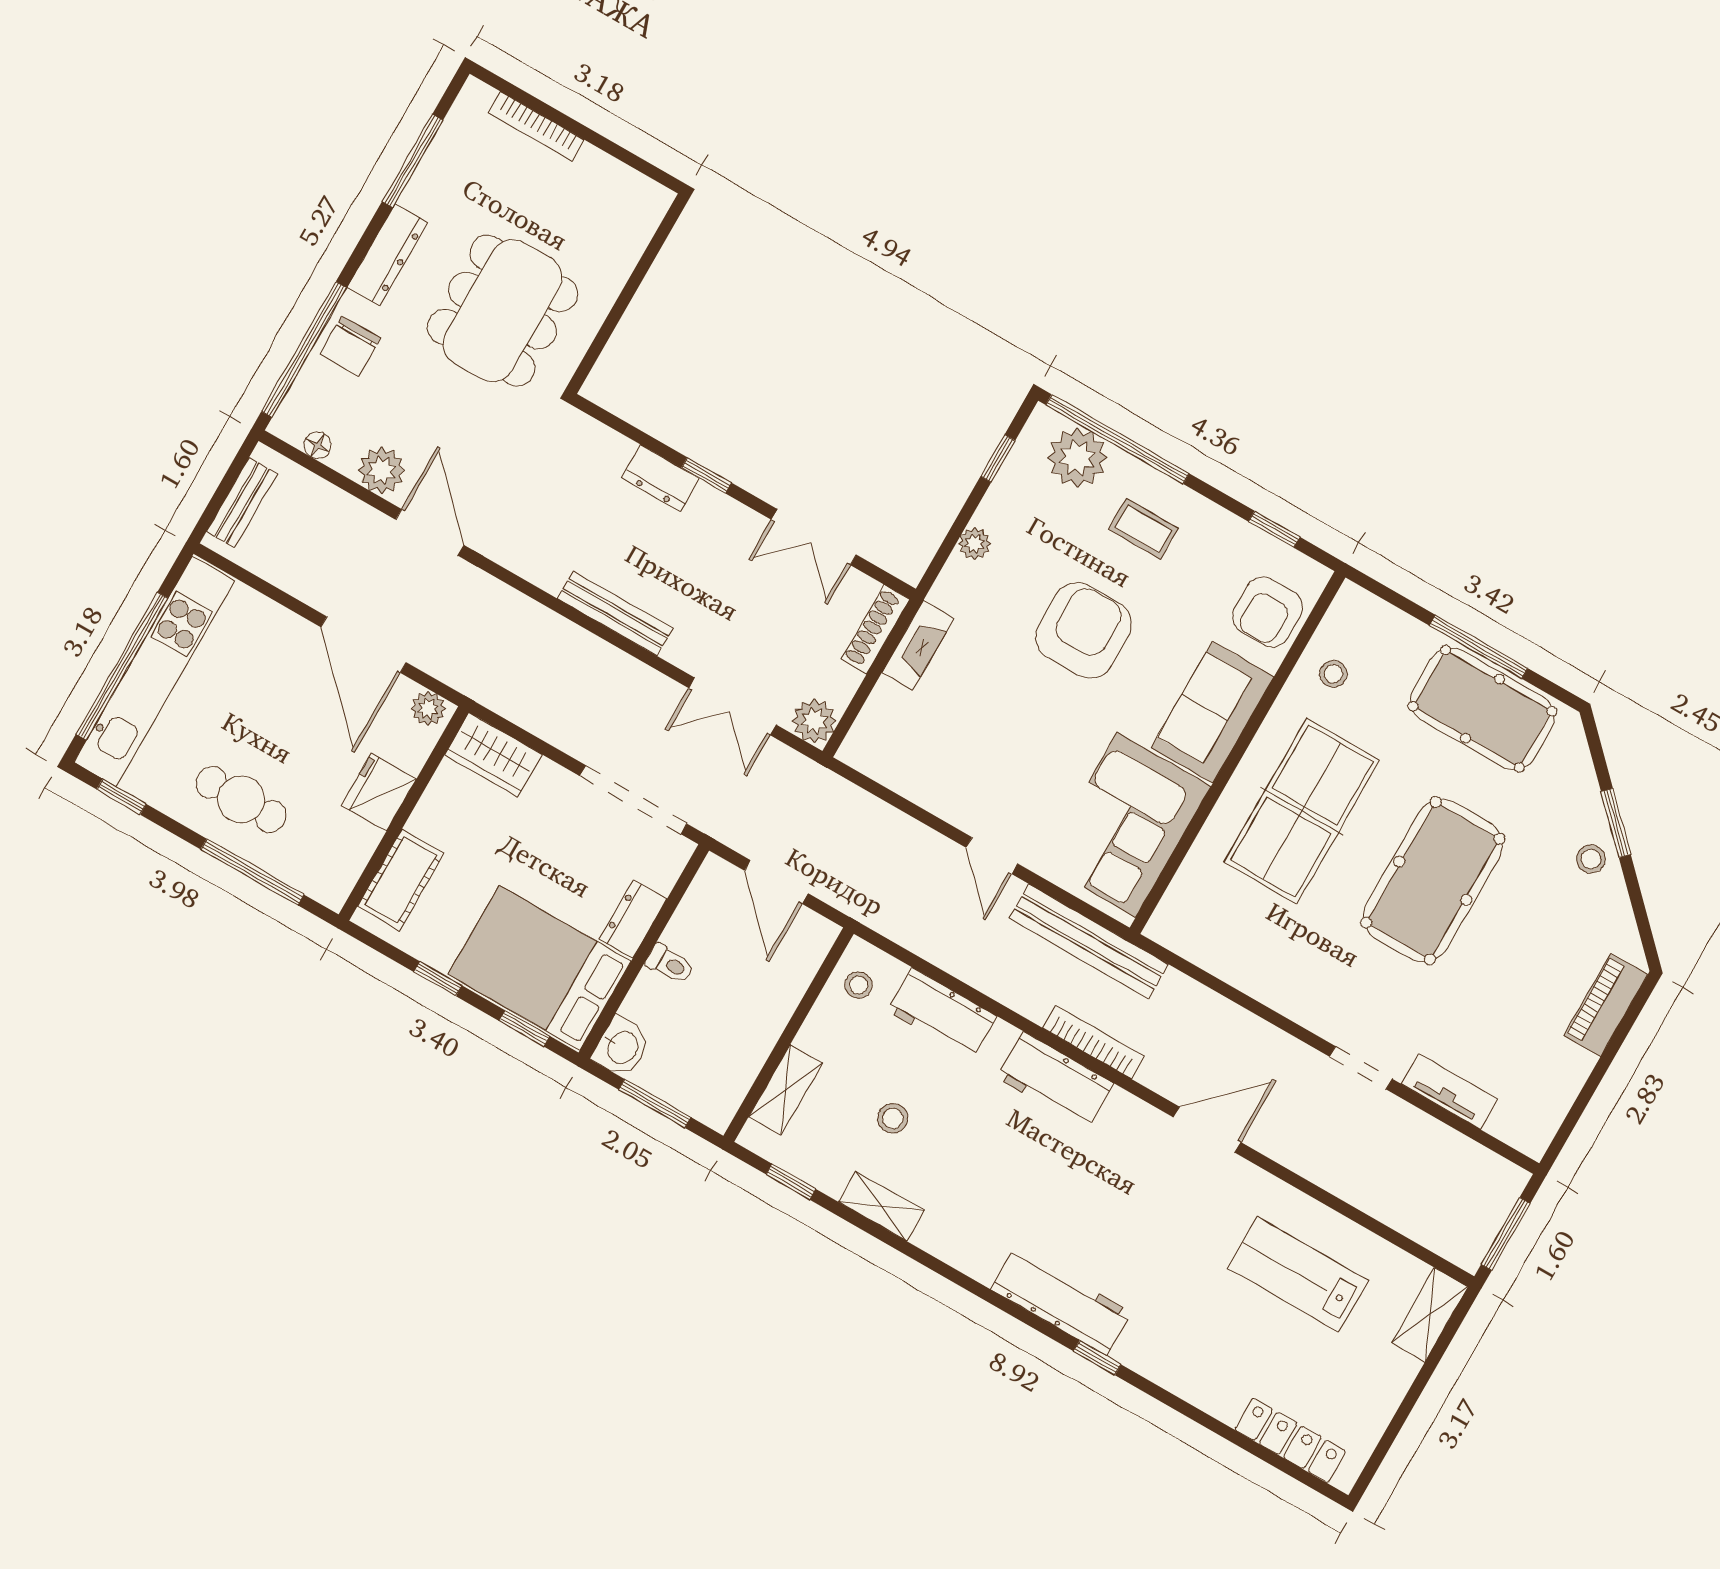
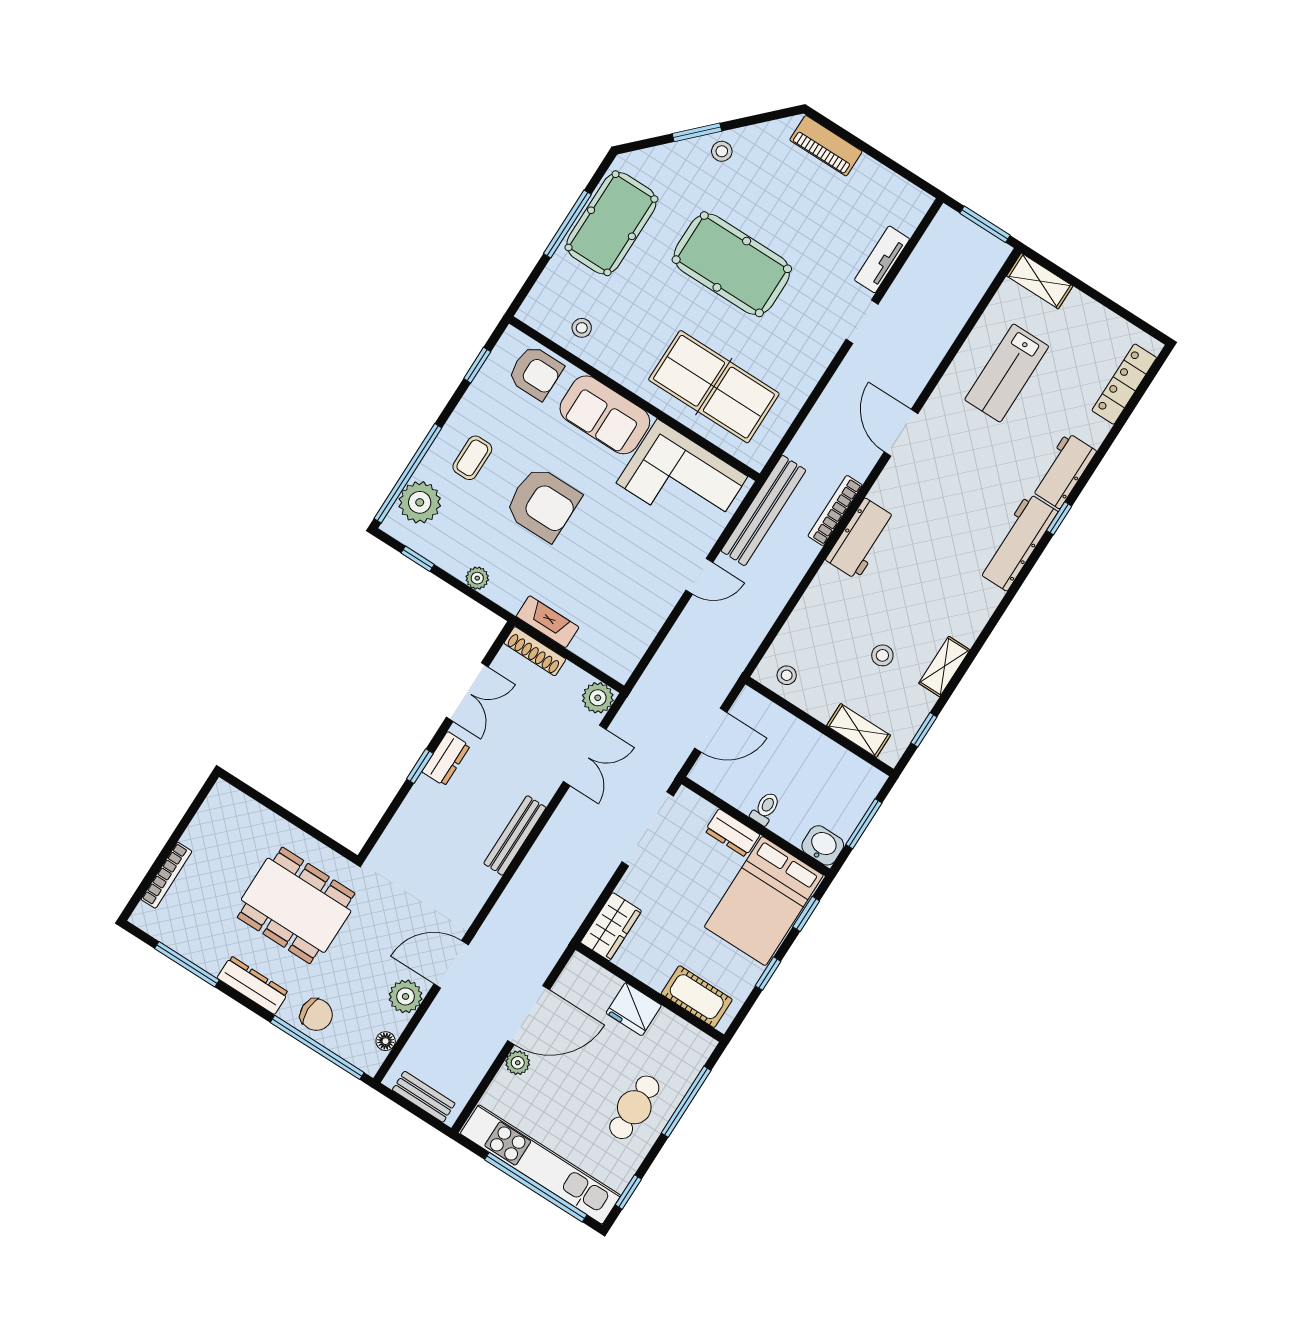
dresser: (661, 478) -> (446, 759), moved
armchair: (1083, 631) -> (543, 504), turned 180
plant: (428, 709) -> (518, 1063), moved
table tennis table: (1302, 811) -> (714, 387), moved
workbench: (942, 1013) -> (1063, 471), moved, turned 180

